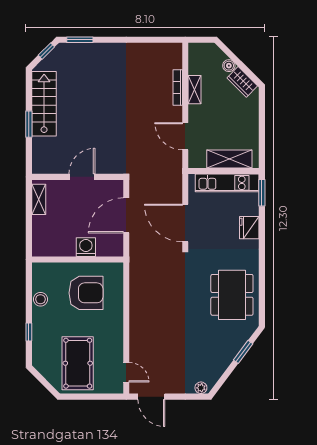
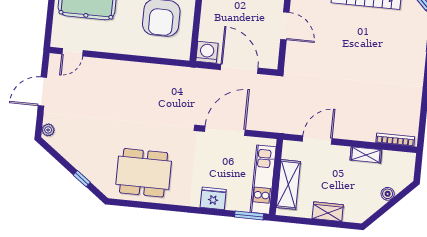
wardrobe: (242, 82) -> (328, 212), moved, turned 45
bookcase: (178, 87) -> (395, 140), moved
washing machine: (86, 247) -> (207, 52), moved, turned -90
window: (243, 352) -> (82, 179), width x0.67
door: (151, 397) -> (42, 92), moved

